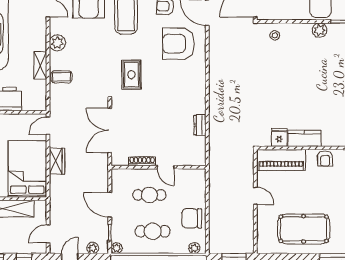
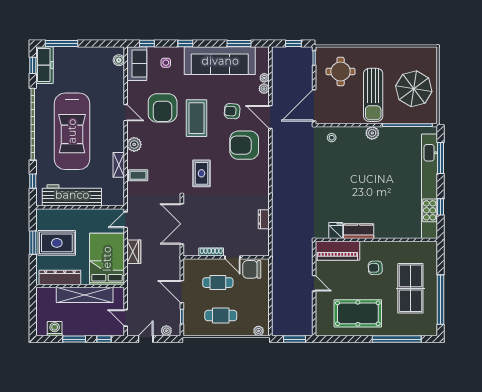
armchair: (325, 159) -> (375, 268), moved, turned 87
chair: (192, 218) -> (252, 269), moved
door: (48, 234) -> (126, 318), hinge flipped
plant: (117, 248) -> (188, 331), removed

